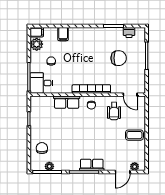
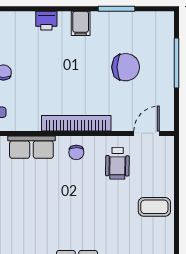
printer: (129, 32) -> (46, 21), moved
filing cabinet: (63, 34) -> (81, 23), moved
door: (130, 95) -> (147, 133), swing flipped

